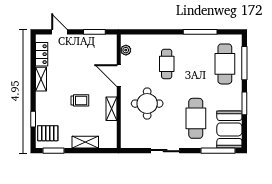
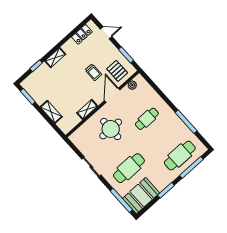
door: (59, 32) -> (106, 33), hinge flipped
shelving: (41, 79) -> (55, 58), moved
trolley: (80, 100) -> (93, 72), moved
pallet: (48, 133) -> (117, 71), moved

